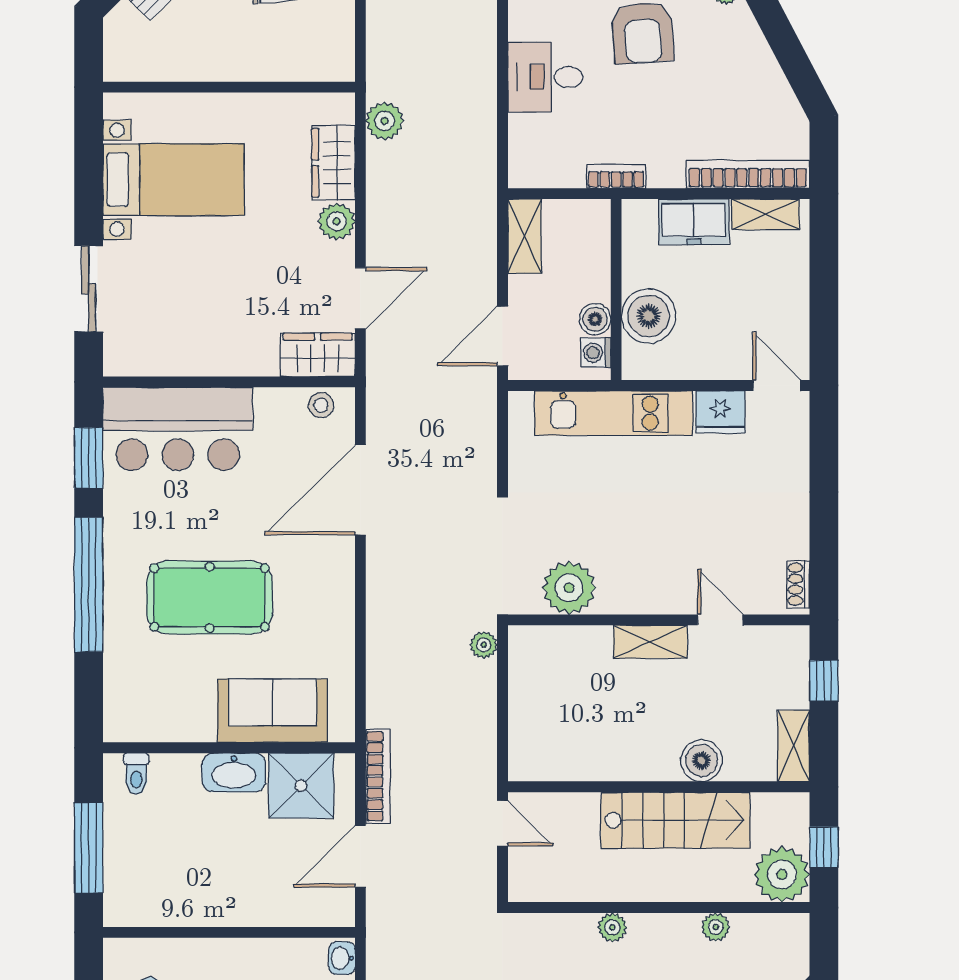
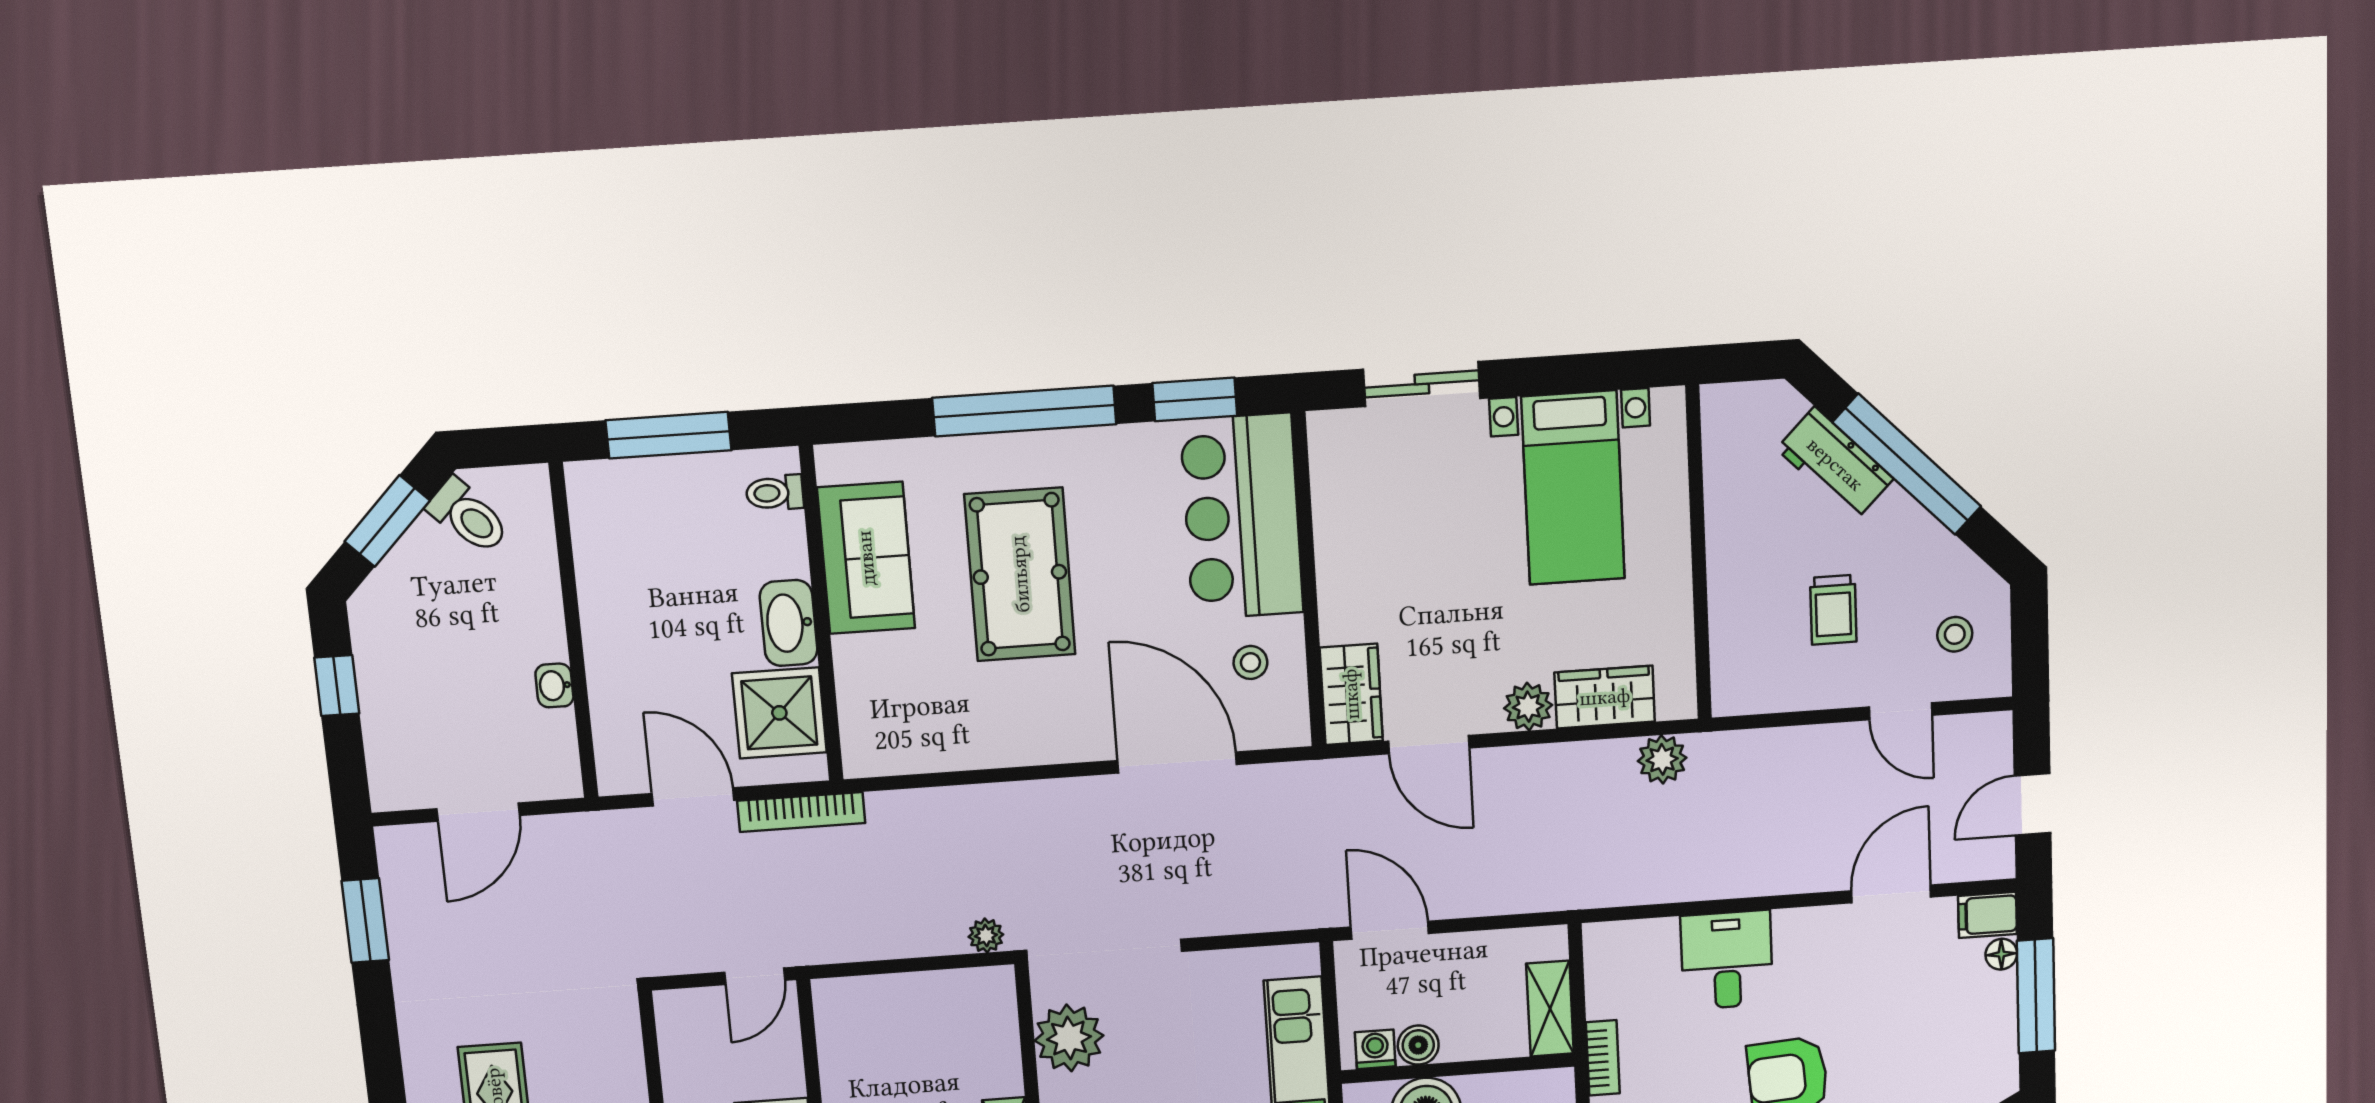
shelving: (524, 236) -> (1550, 1009), moved, turned 90
stool: (321, 405) -> (1250, 662), moved
sofa: (272, 711) -> (866, 558), moved
washbasin: (342, 958) -> (554, 686), moved, turned -90

